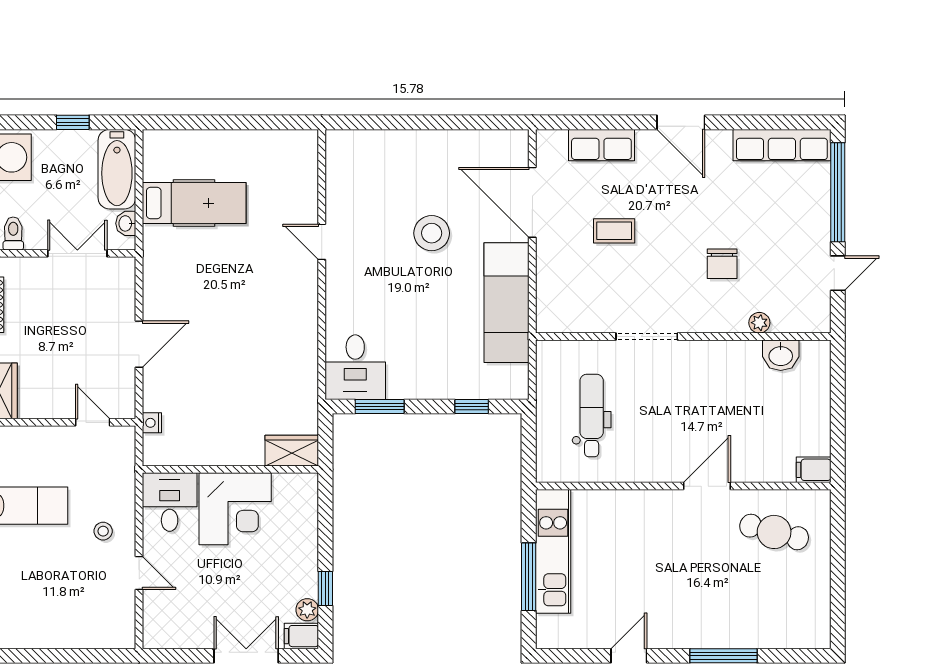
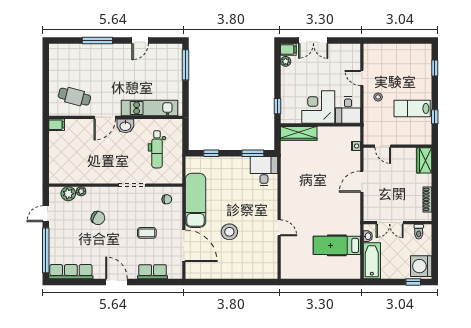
window: (73, 122) -> (413, 282), moved
chair: (722, 264) -> (98, 218), turned 116
chair: (570, 305) -> (167, 199), added
plant: (788, 317) -> (68, 194), added
washbasin: (781, 355) -> (125, 126), moved, turned 180
wardrobe: (292, 451) -> (299, 133), width x1.50
kitchen unit: (553, 551) -> (150, 108), moved, turned 90
window: (529, 577) -> (185, 65), moved
window: (325, 588) -> (277, 106), moved

